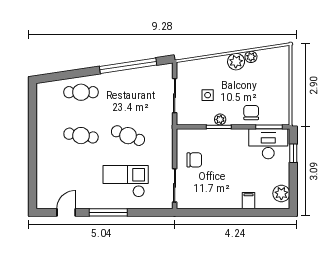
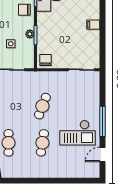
chair: (194, 160) -> (46, 60), moved
checkout: (126, 181) -> (77, 133), moved, turned -90
filing cabinet: (249, 201) -> (93, 25), moved
door: (66, 212) -> (102, 154), hinge flipped

